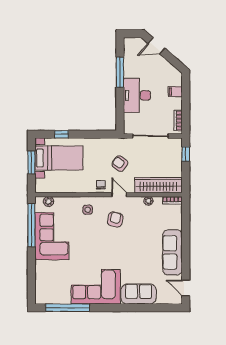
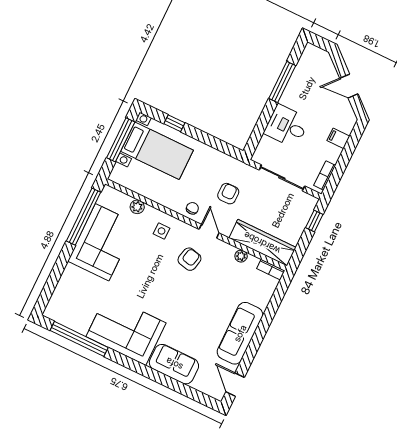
door: (157, 46) -> (349, 86), moved
desk: (137, 95) -> (287, 126), width x0.73
window: (31, 162) -> (121, 140), width x1.44
armchair: (120, 164) -> (228, 194), turned 53
plant: (49, 202) -> (137, 207), moved

